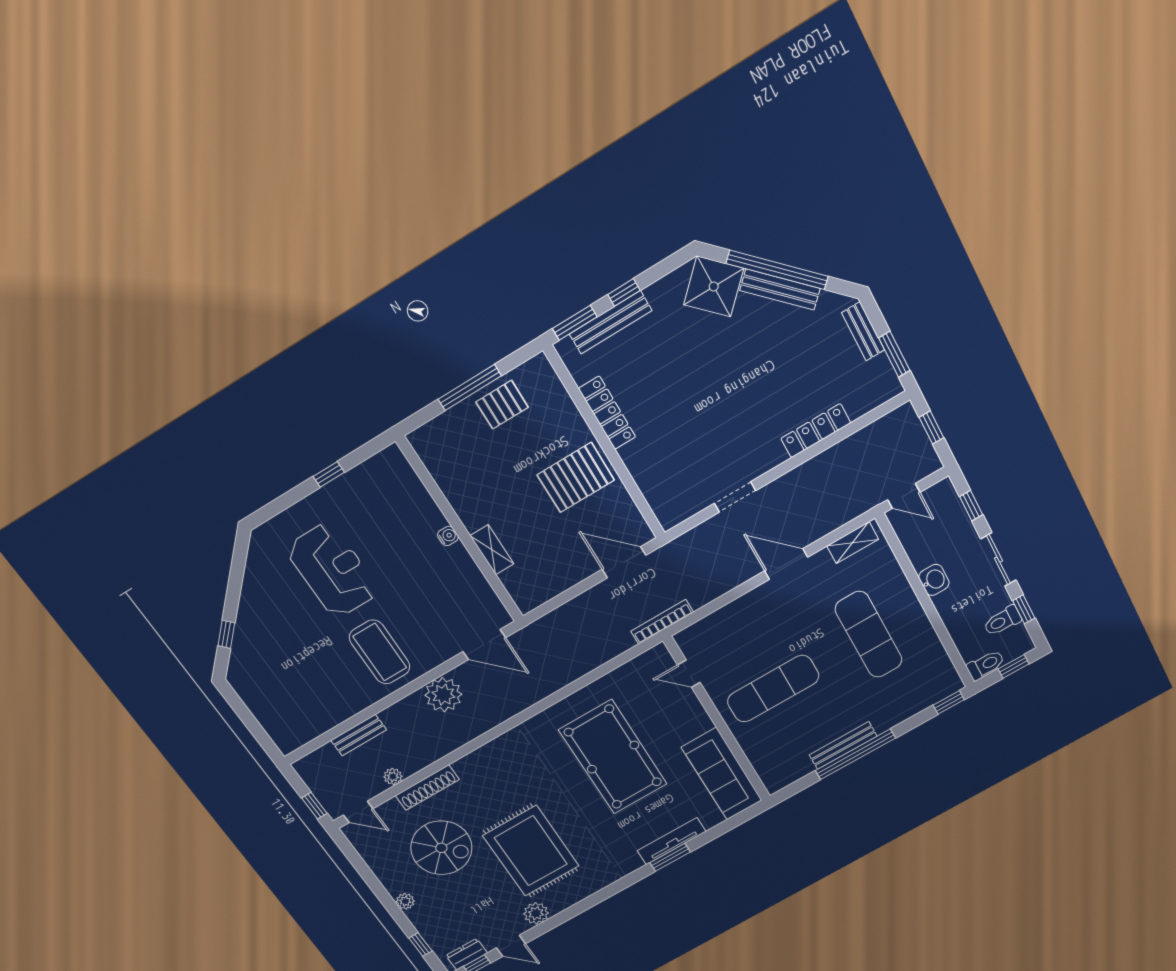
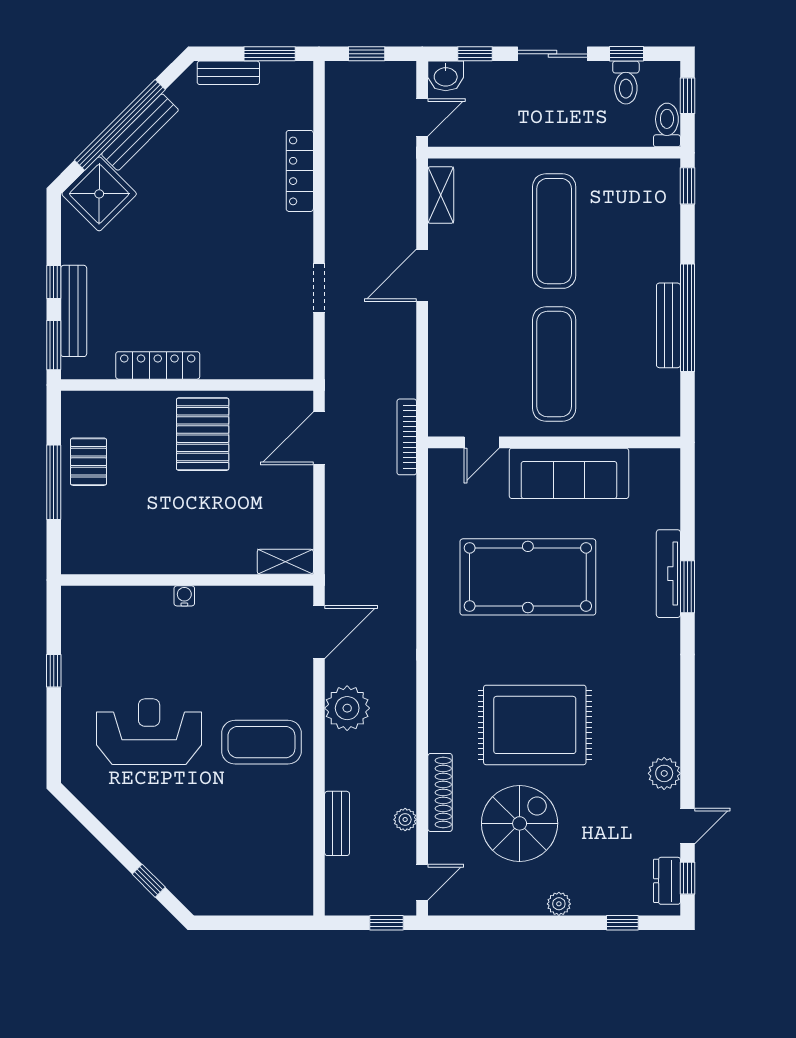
shelving: (492, 550) -> (285, 562), moved
washbasin: (934, 580) -> (446, 76), moved, turned 180
exercise mat: (869, 635) -> (554, 231), turned 90
sofa: (722, 774) -> (569, 473), moved
rug: (531, 851) -> (535, 725), moved

